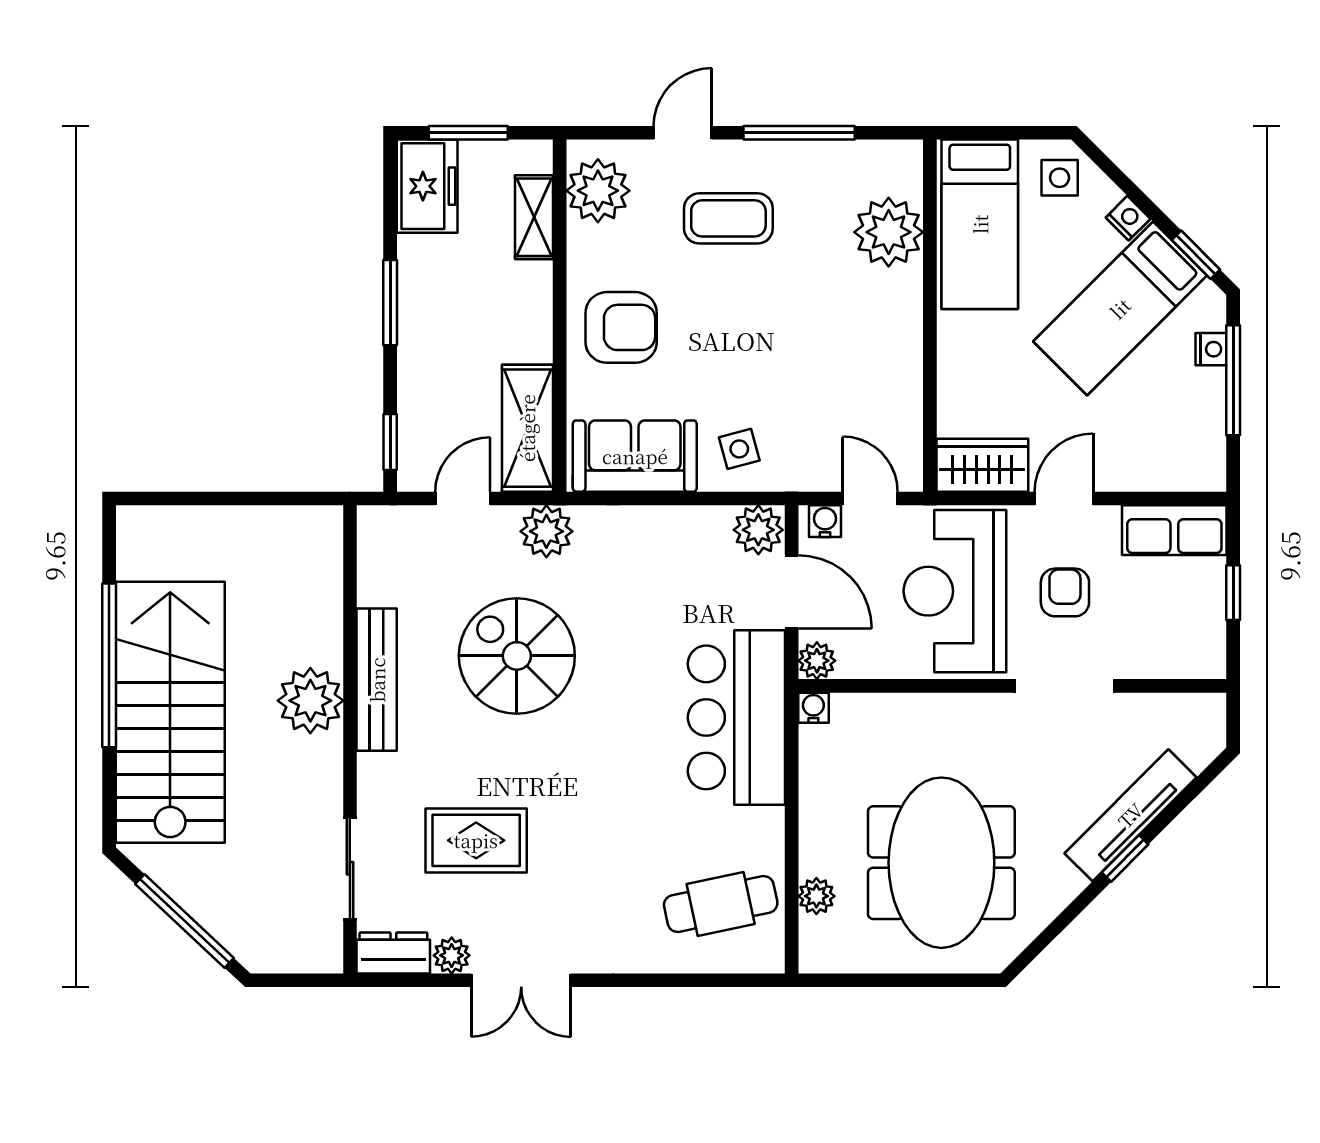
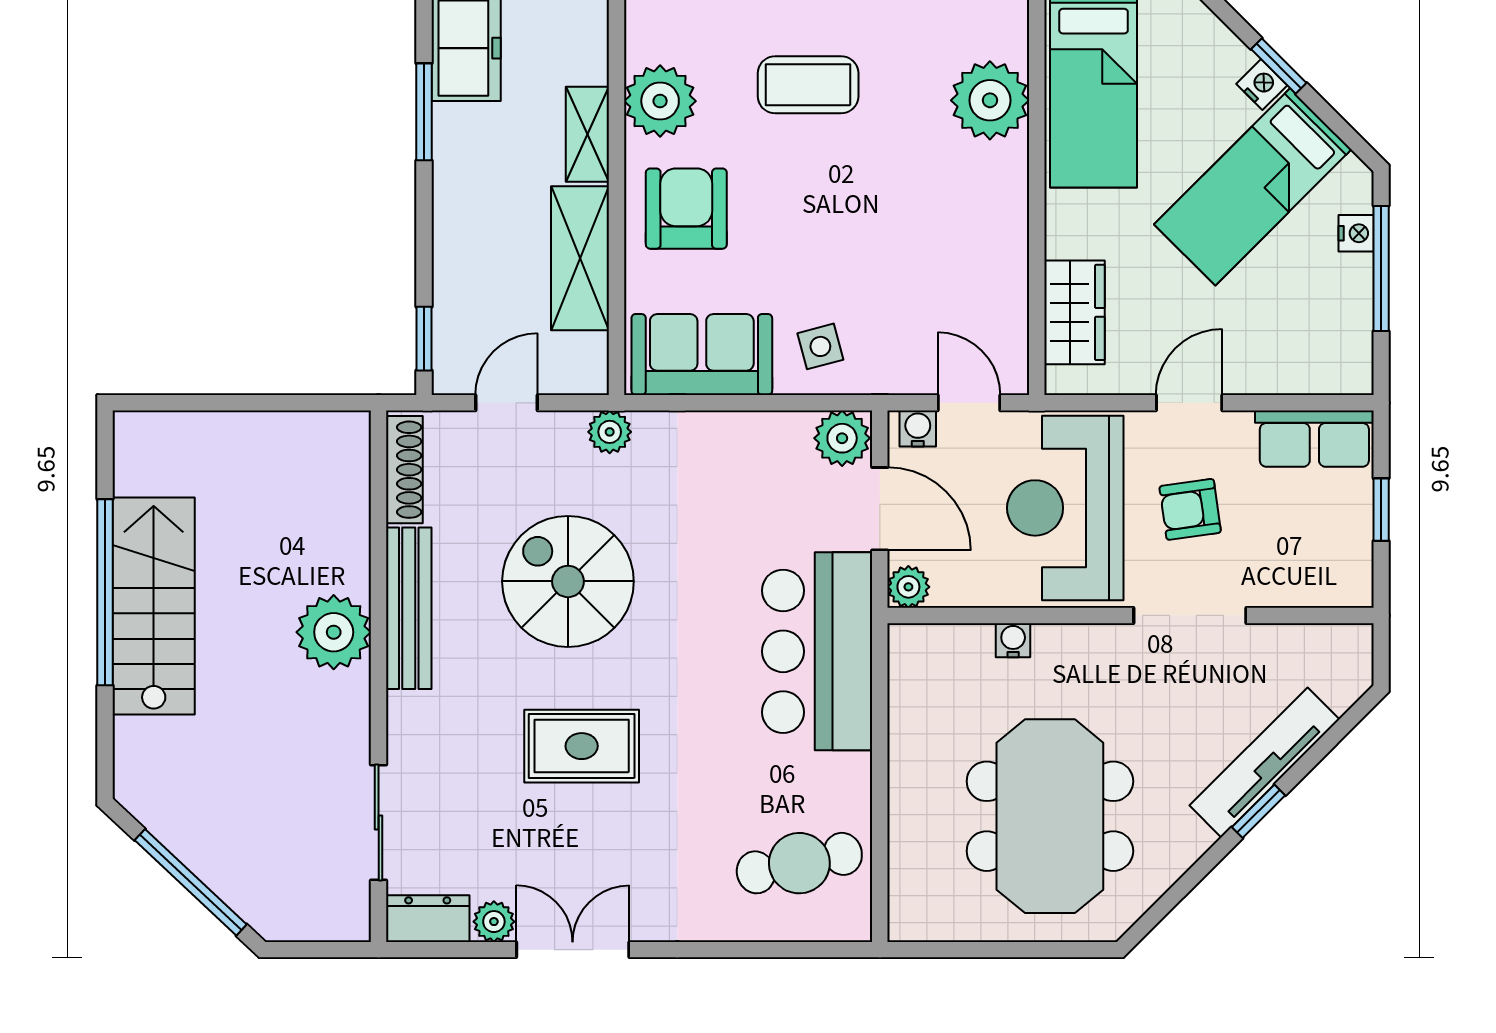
side table: (1060, 178) -> (1184, 39), removed
plant: (598, 191) -> (660, 101), moved
shelving: (534, 217) -> (587, 134), moved
window: (1196, 255) -> (1279, 66), moved
window: (390, 303) -> (424, 112), moved
armchair: (621, 327) -> (686, 209), turned -90
shelving: (527, 428) -> (580, 258), moved
wardrobe: (982, 465) -> (1075, 312), moved, turned 90
plant: (546, 531) -> (610, 432), width x0.73, depth x0.73
shoe rack: (373, 557) -> (404, 470), added
armchair: (1065, 592) -> (1190, 509), turned -98
water cooler: (813, 708) -> (1013, 640), moved
stairs: (170, 712) -> (154, 606), width x0.73, depth x0.66
rug: (476, 840) -> (582, 746), moved
plant: (816, 896) -> (908, 854), removed
double door: (521, 980) -> (573, 950), swing flipped

